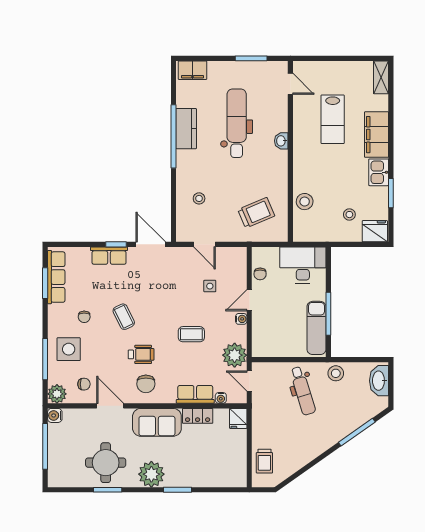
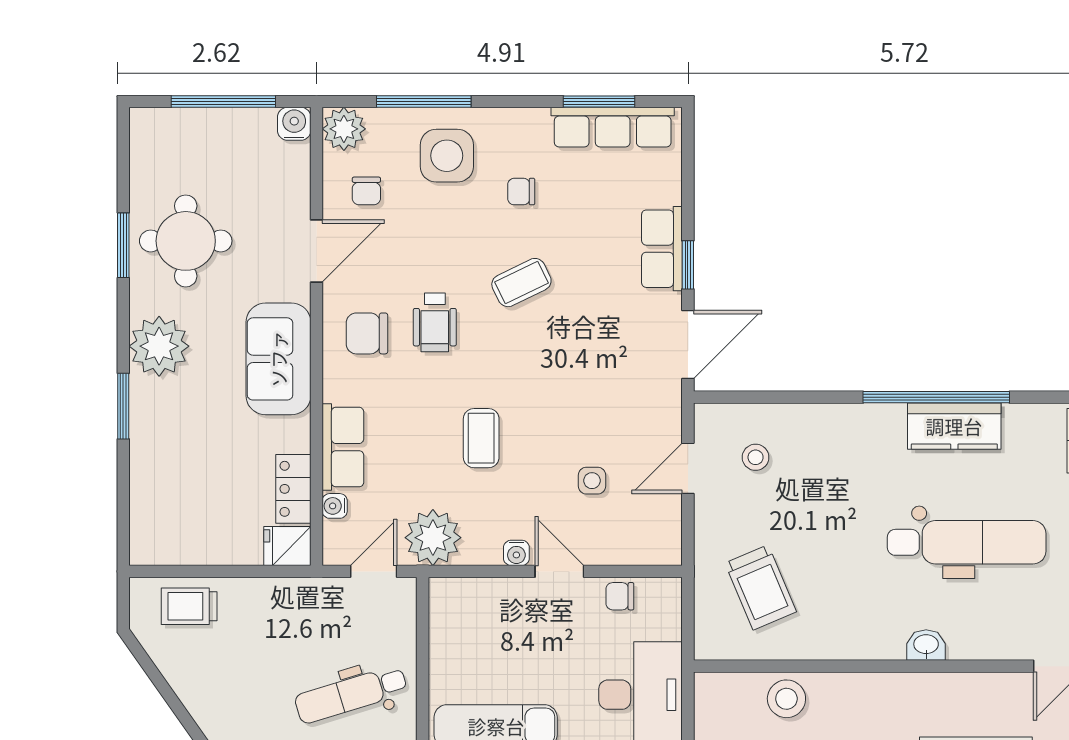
stool: (199, 198) -> (756, 457), moved
locker: (198, 416) -> (293, 489), moved

